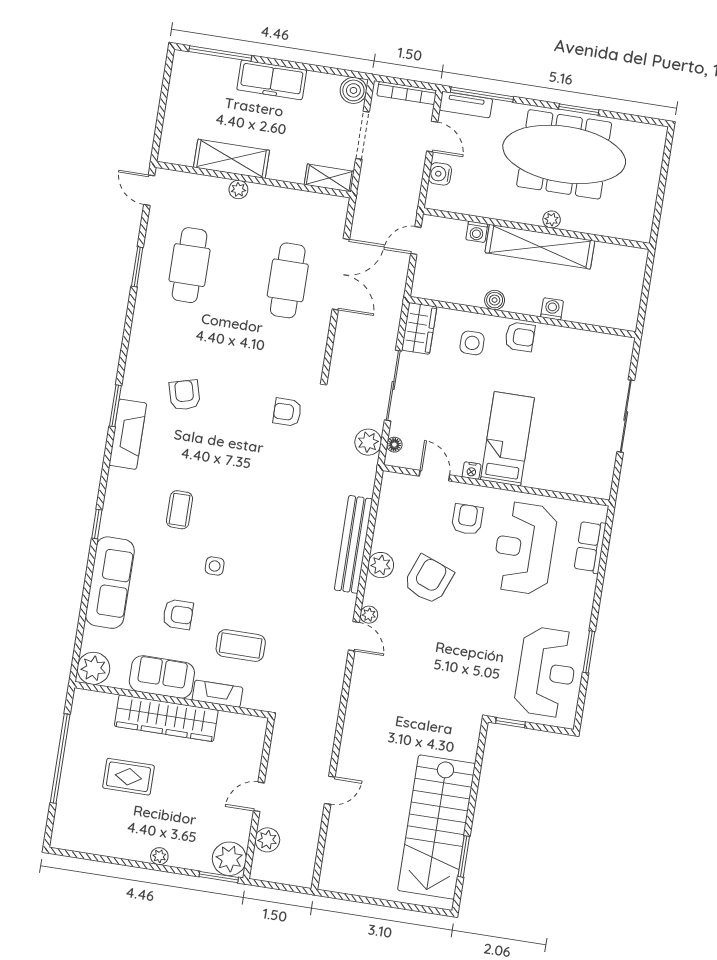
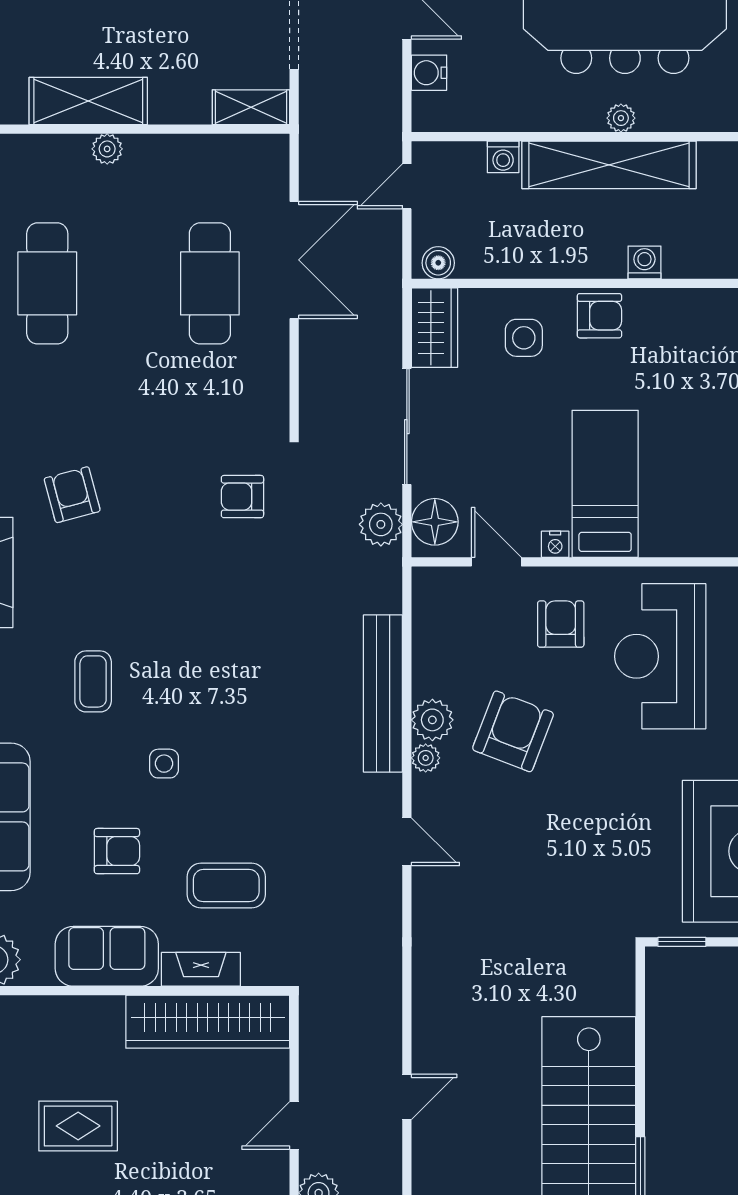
boiler: (495, 300) -> (438, 263), moved
floor lamp: (394, 445) -> (435, 522), width x1.89, depth x1.89
plant: (369, 615) -> (426, 758), moved
wardrobe: (166, 718) -> (208, 1022), moved

